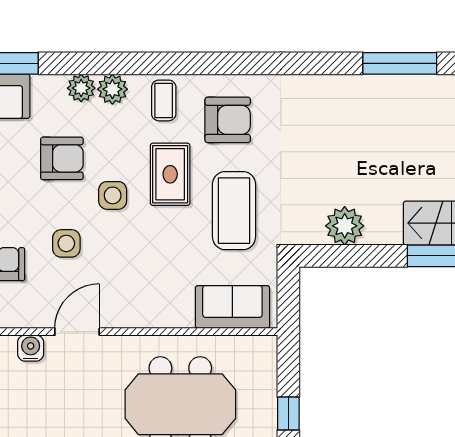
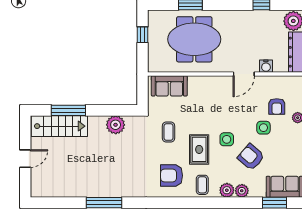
window: (400, 63) -> (104, 203), moved
armchair: (62, 158) -> (251, 157), turned 41
coffee table: (234, 211) -> (169, 132), width x0.54, depth x0.58
side table: (66, 243) -> (263, 128), moved

